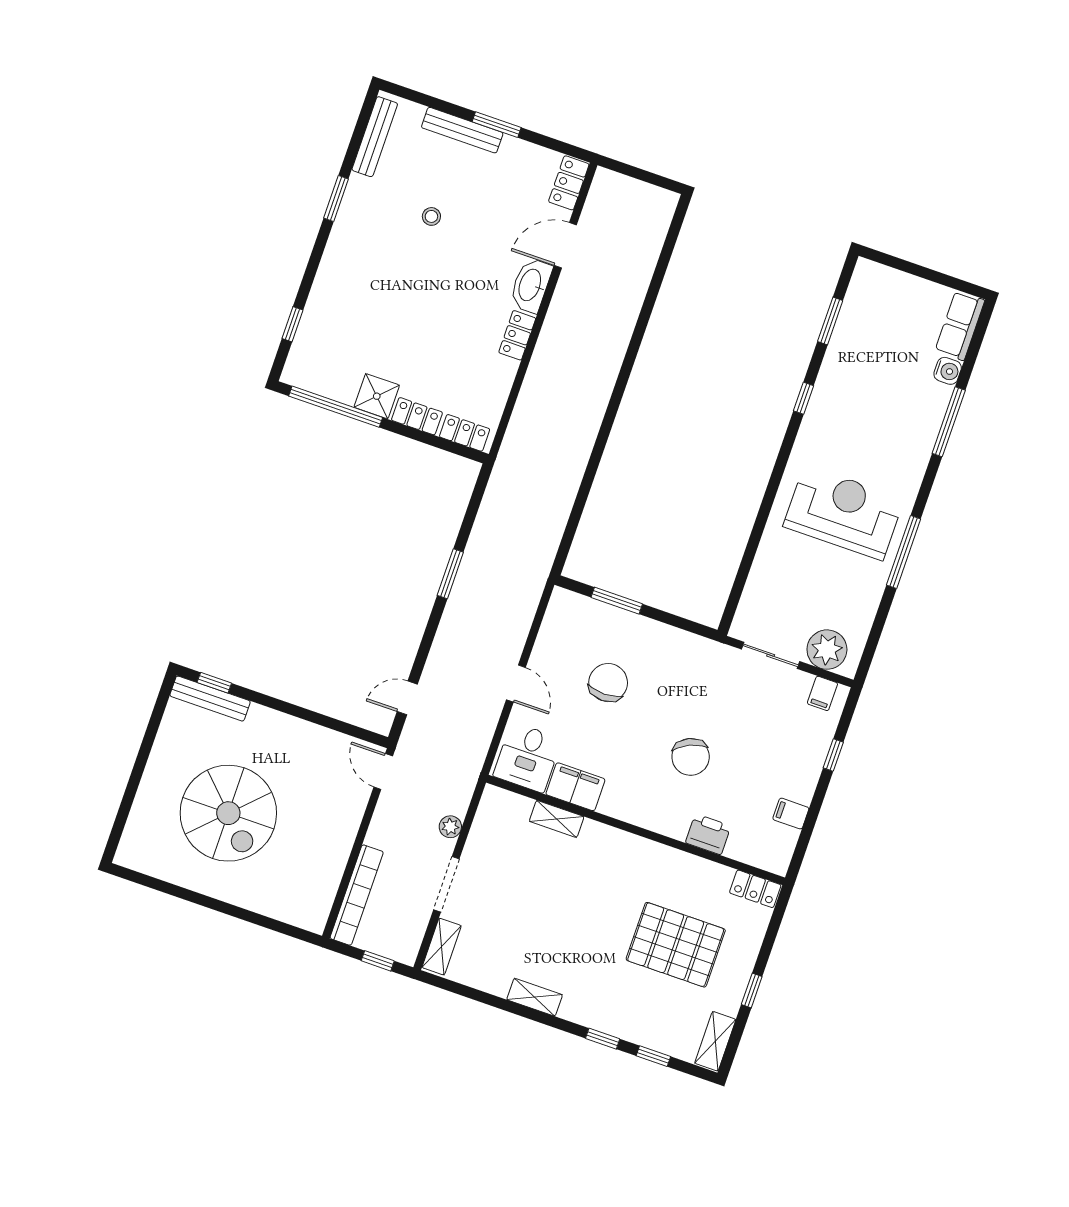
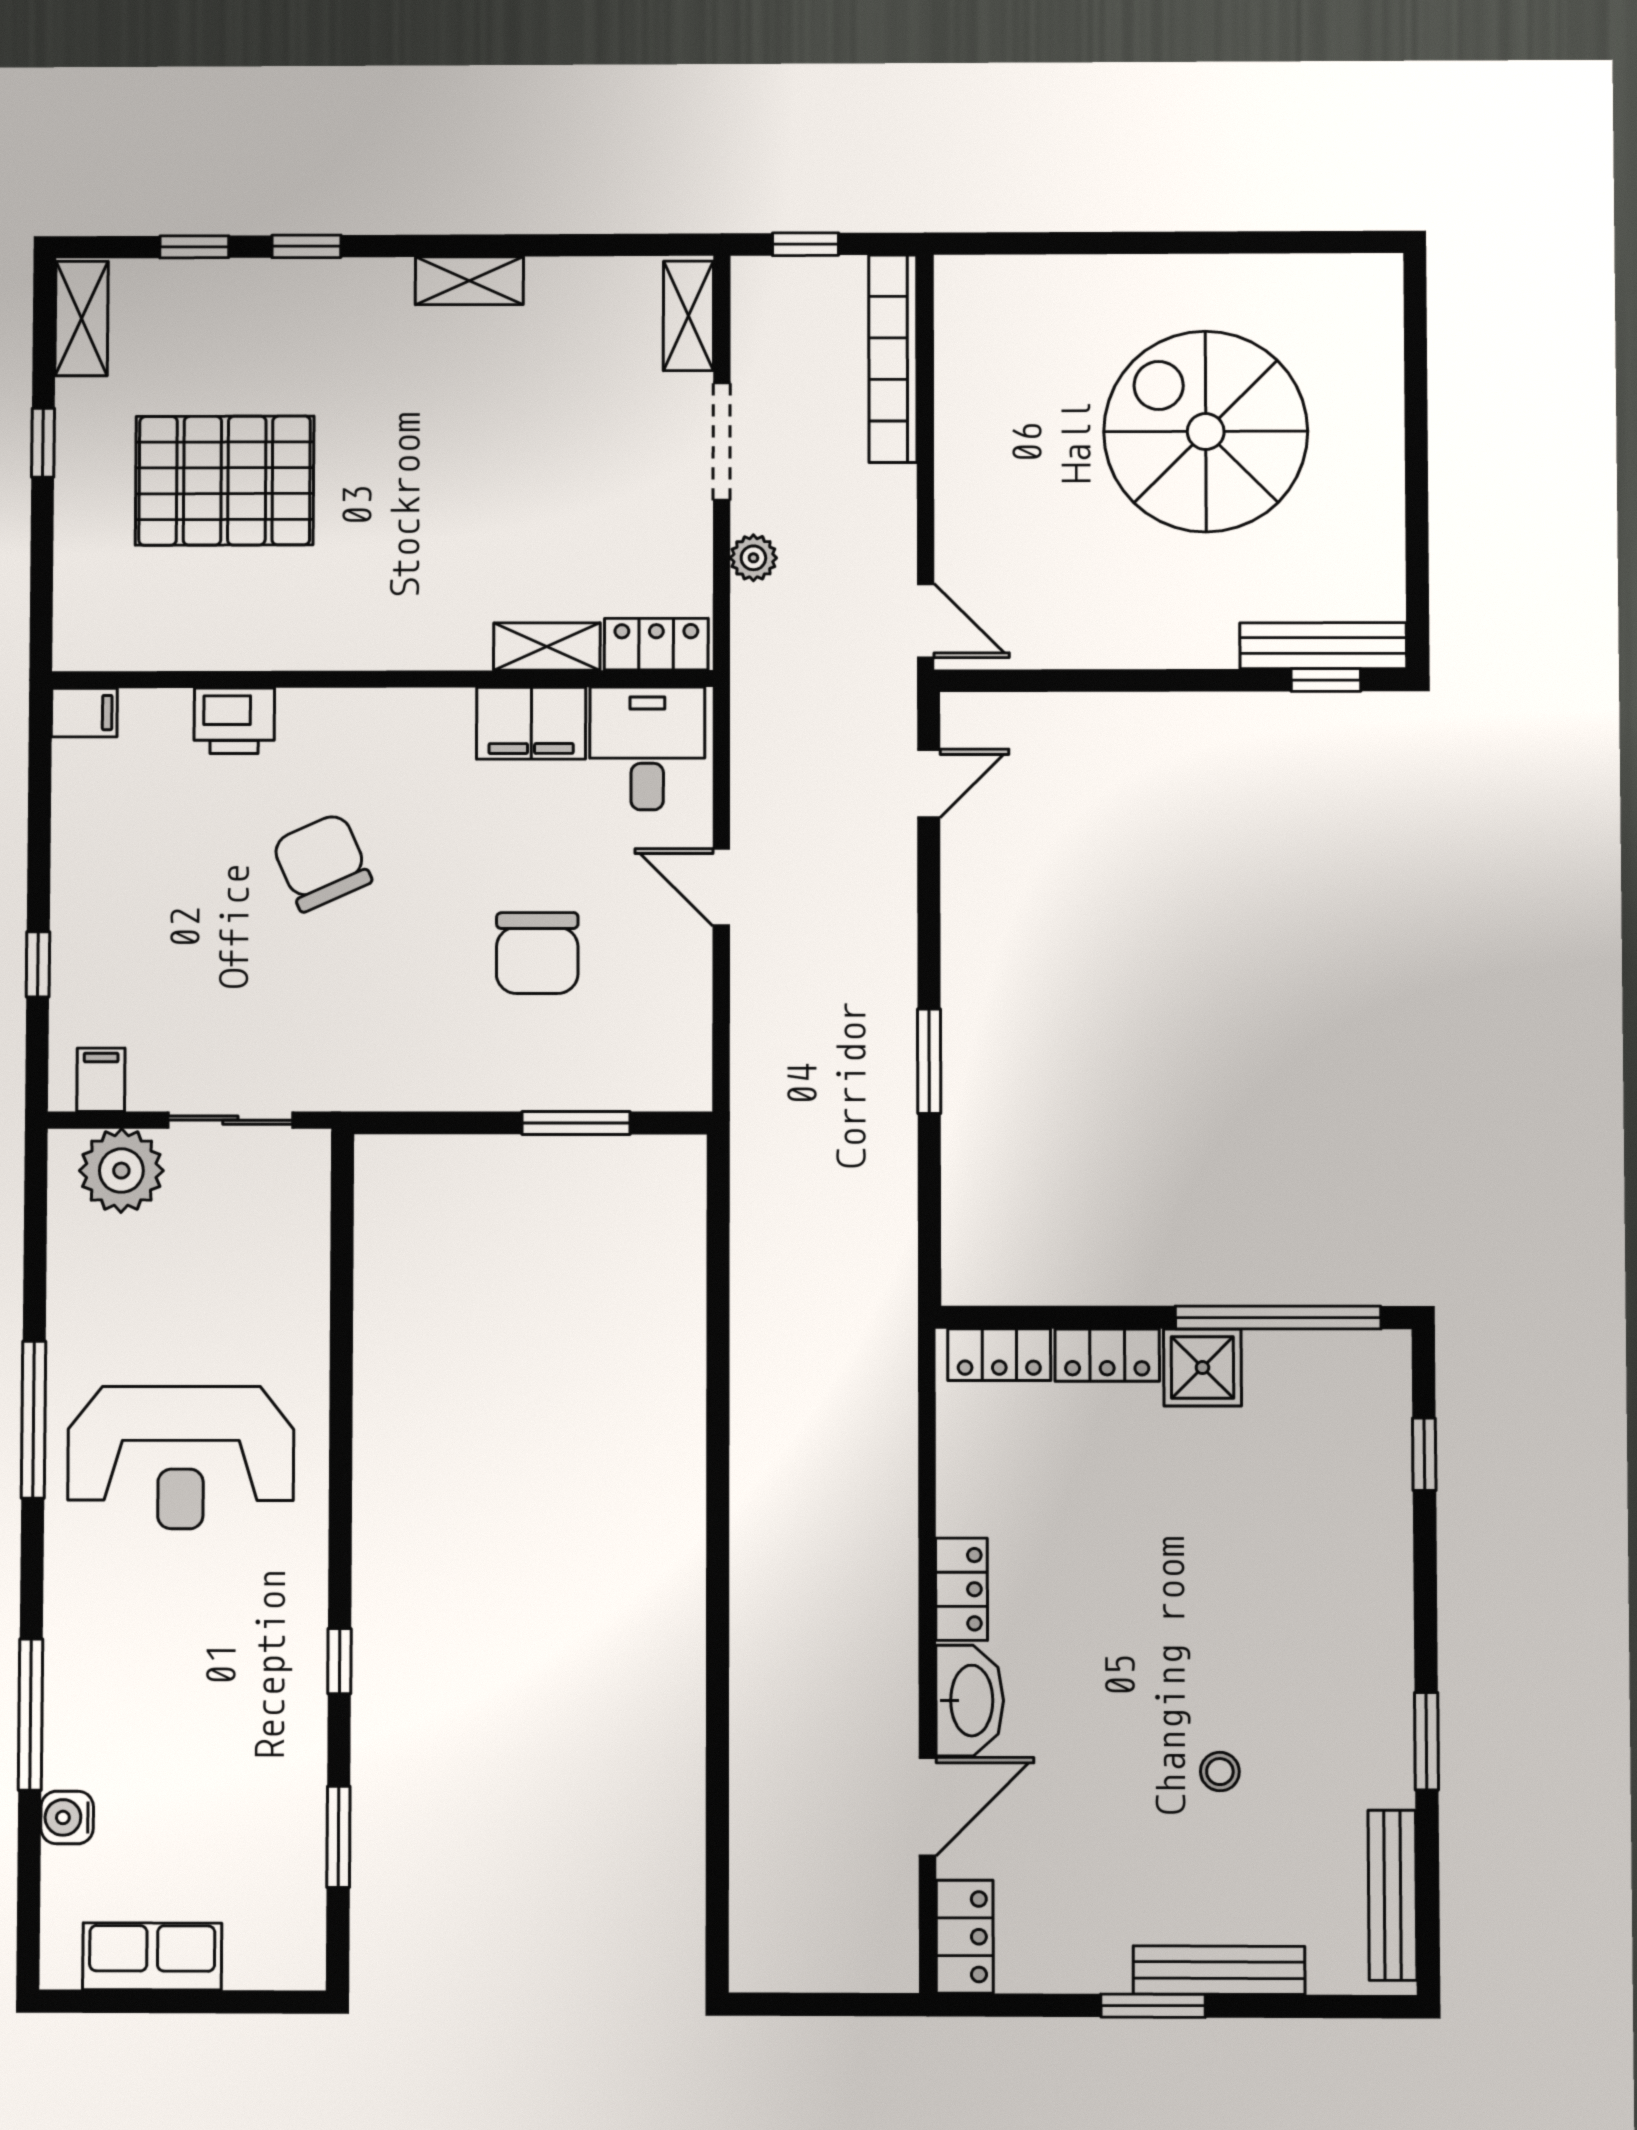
row of seats: (960, 326) -> (152, 1956), moved, turned -90
filing cabinet: (791, 814) -> (84, 713), moved
locker: (755, 889) -> (656, 644), moved

